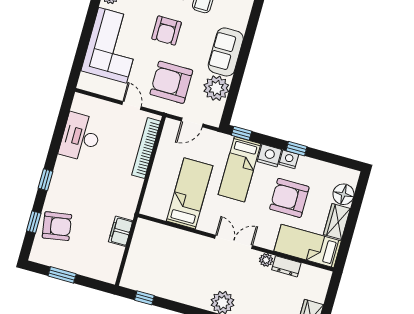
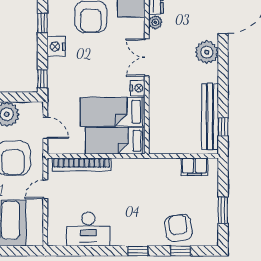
nightstand: (289, 159) -> (138, 88), moved, turned 180
bed: (239, 169) -> (115, 141), moved, turned 180
filing cabinet: (121, 231) -> (194, 167), moved
bench: (158, 288) -> (210, 117), added

